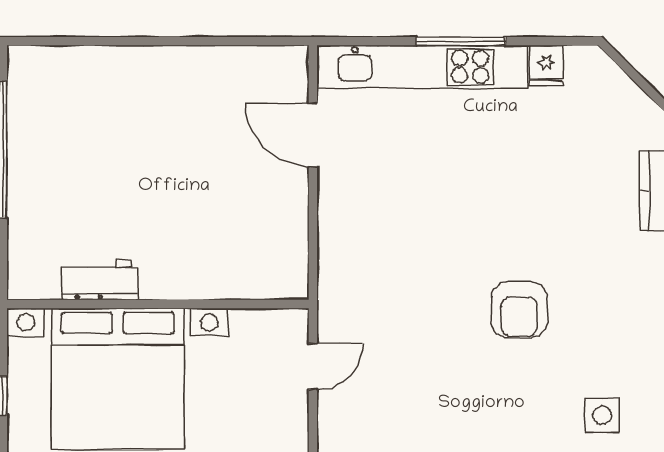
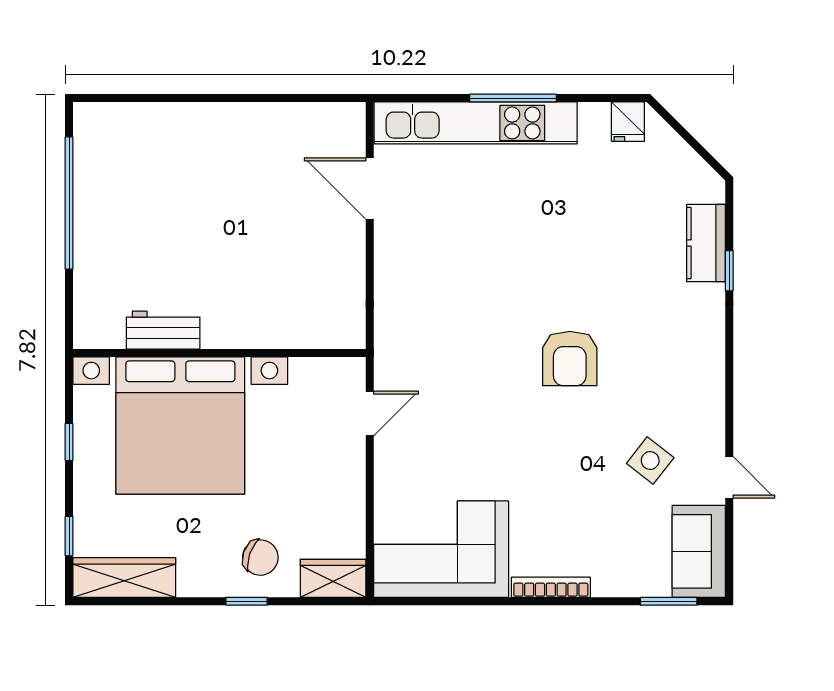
fridge: (547, 66) -> (628, 122), moved
side table: (602, 415) -> (650, 461), turned 38

